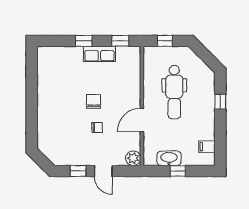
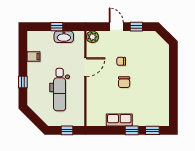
window: (120, 41) -> (152, 130), moved
dental chair: (174, 92) -> (60, 90), turned 180
filing cabinet: (207, 147) -> (34, 56), moved

